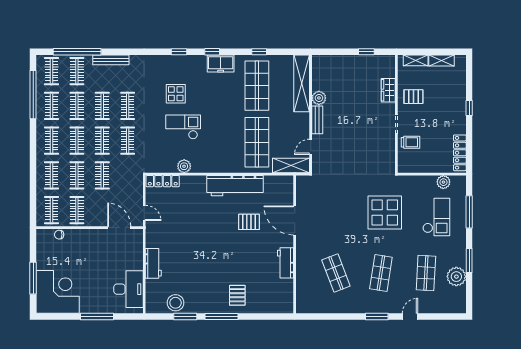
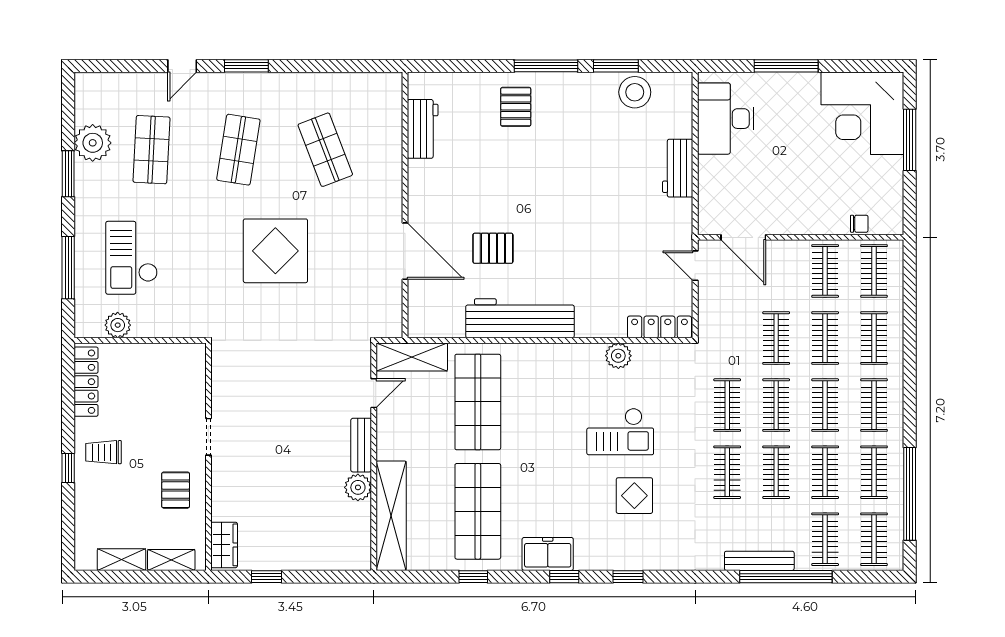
window: (77, 52) -> (786, 577), moved
wardrobe: (388, 90) -> (224, 545), moved
pallet: (413, 97) -> (176, 490), turned 90
trolley: (410, 142) -> (104, 452), moved
display table: (385, 212) -> (275, 251), moved
workbench: (285, 263) -> (423, 129), moved

